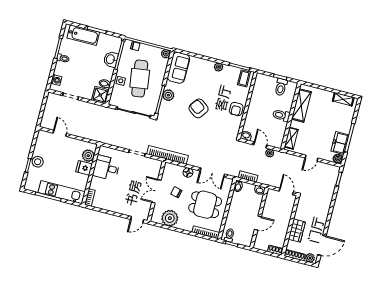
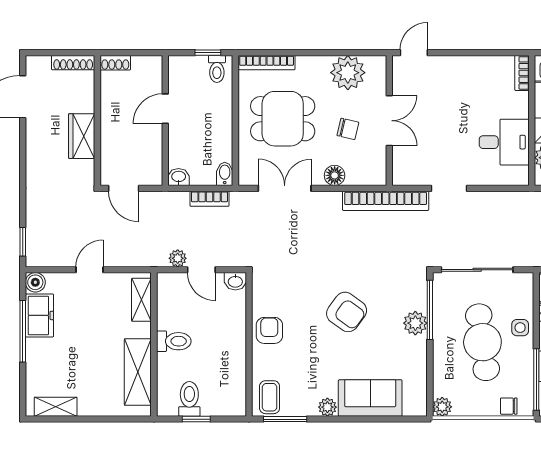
sofa: (178, 68) -> (370, 398), moved, turned 90
wardrobe: (297, 231) -> (82, 136), moved
plant: (310, 258) -> (40, 65), removed

